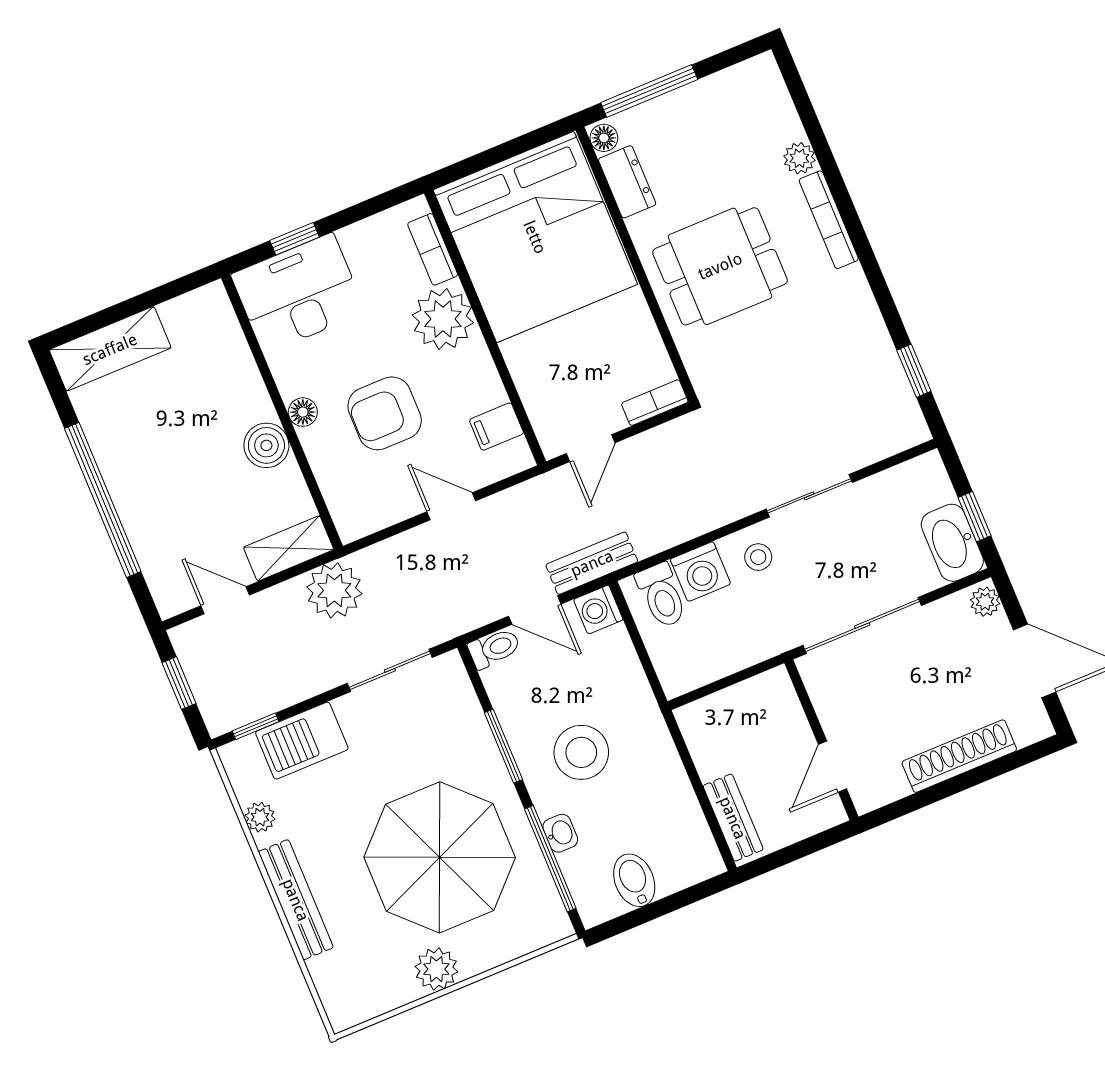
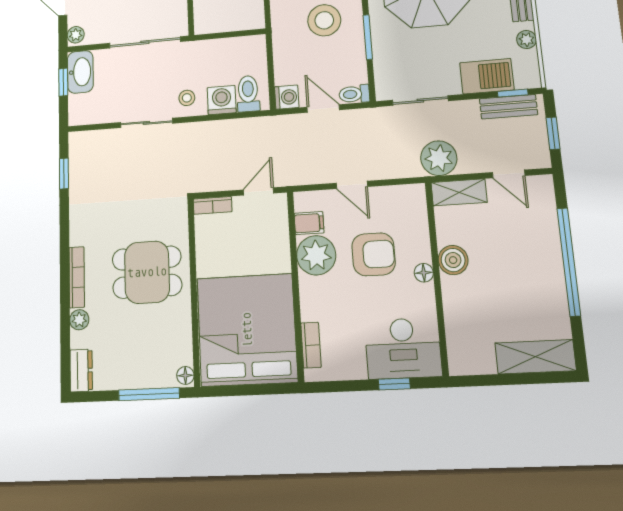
dresser: (627, 182) -> (81, 370), moved, turned 180
plant: (443, 319) -> (316, 255), moved
bench: (592, 563) -> (508, 107), moved

